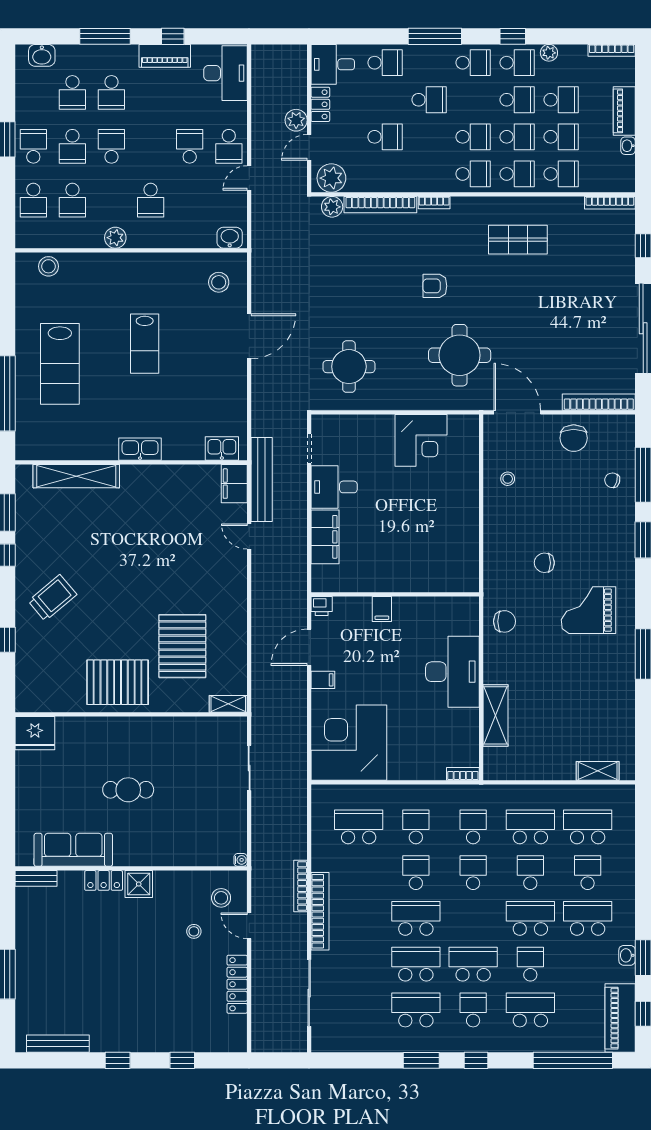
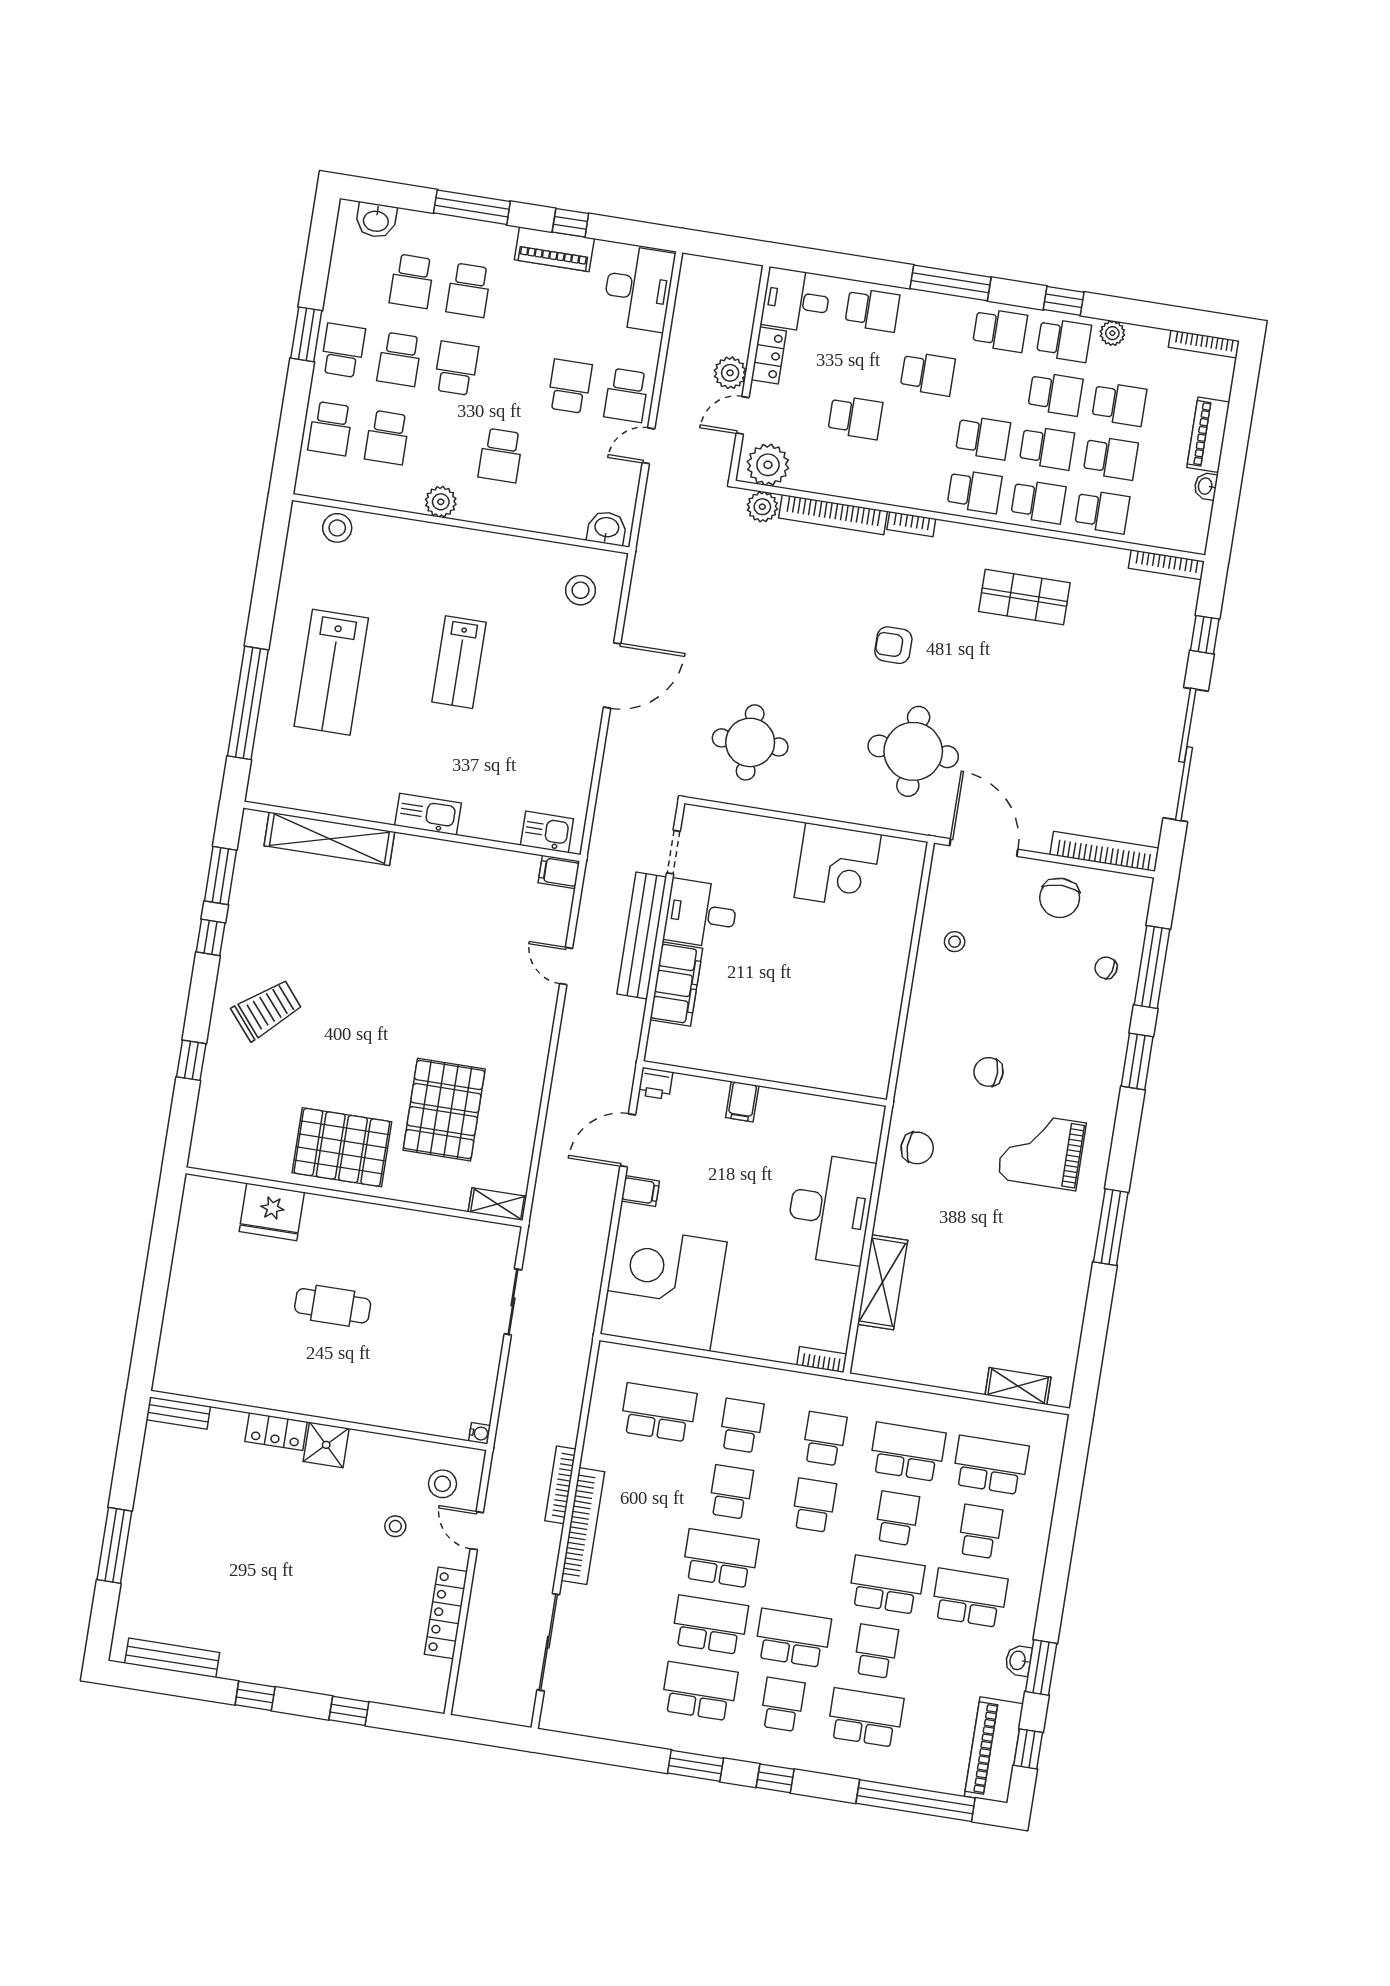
bench: (262, 480) -> (642, 936), moved
filing cabinet: (234, 484) -> (559, 872), width x0.50
fridge: (35, 733) -> (272, 1212), moved
sofa: (73, 850) -> (239, 1380), removed

